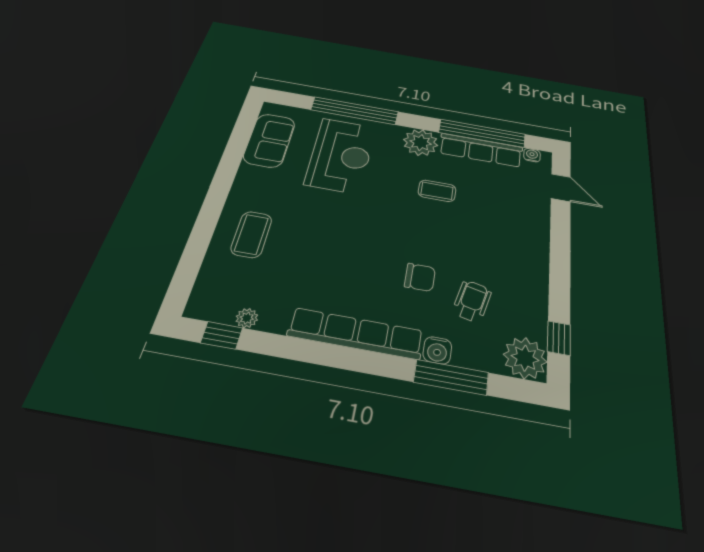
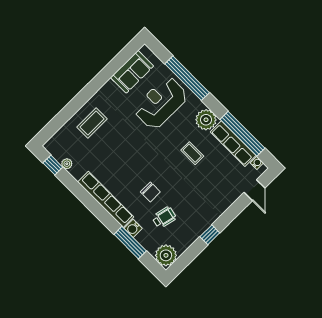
reception desk: (341, 155) -> (161, 103), turned 180
window: (559, 338) -> (210, 235), moved

